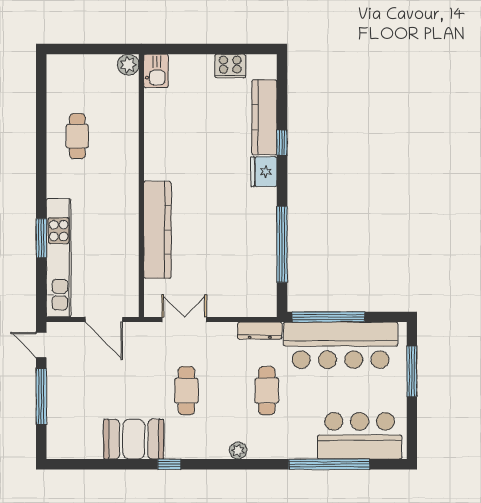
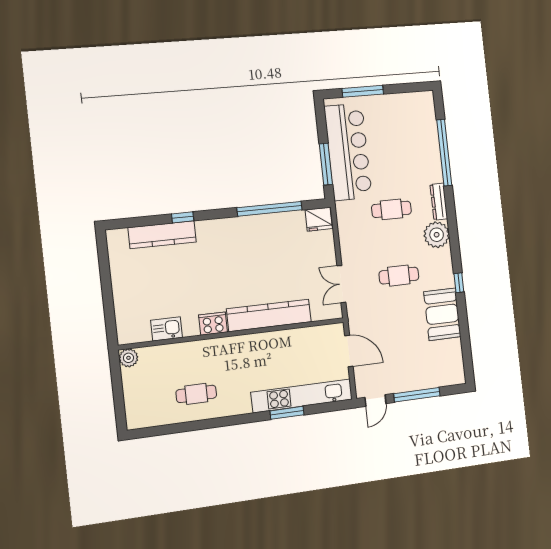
cooker: (230, 66) -> (213, 324), moved, turned -90
kitchen sink: (156, 71) -> (166, 329), moved
fridge: (264, 172) -> (319, 219), moved
window: (328, 317) -> (326, 164), width x0.68
door: (104, 320) -> (349, 351), hinge flipped
dresser: (260, 331) -> (439, 202), moved, turned 180
bar counter: (360, 436) -> (419, 130), removed
plant: (238, 451) -> (437, 235), width x1.87, depth x1.87

